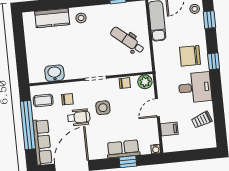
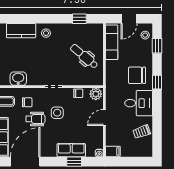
filing cabinet: (169, 129) -> (113, 151), moved

